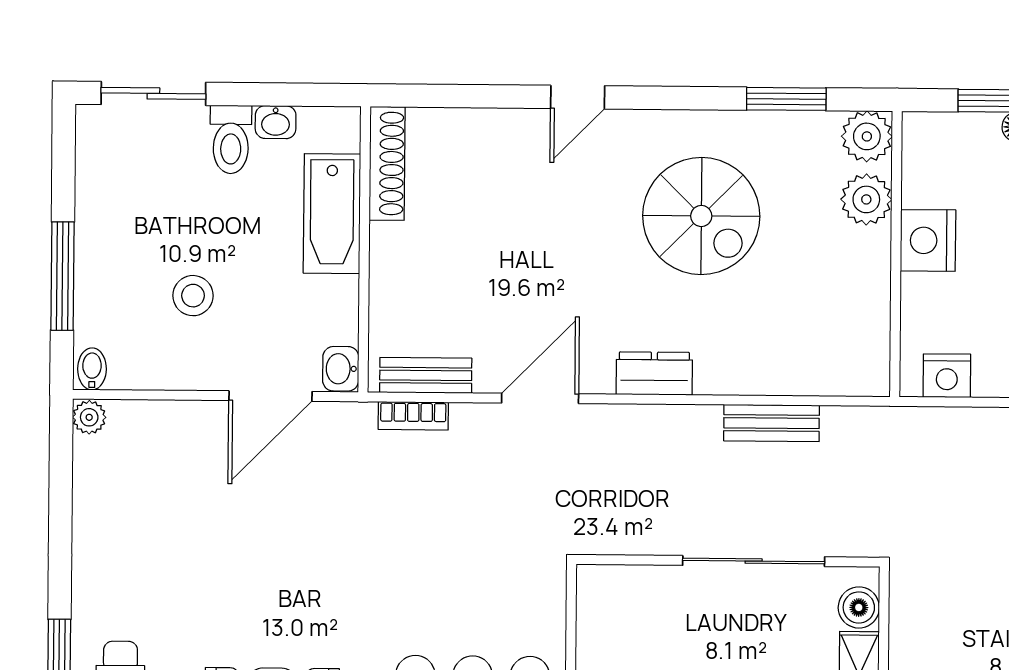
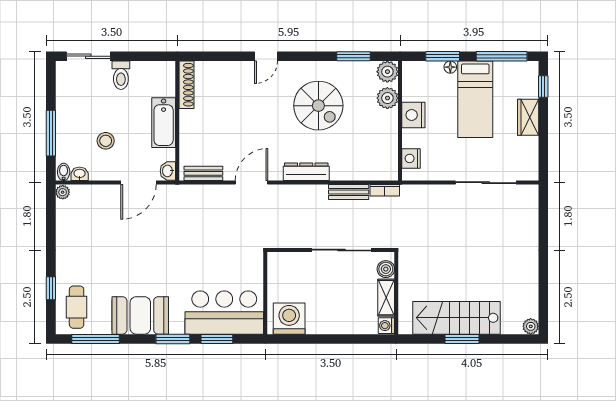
washbasin: (276, 122) -> (80, 174), moved, turned 180
bathtub: (332, 214) -> (164, 123), moved
dresser: (654, 373) -> (306, 172), width x1.44
nightstand: (947, 376) -> (411, 158), moved, turned 90
bookcase: (413, 416) -> (385, 190), moved

